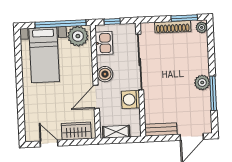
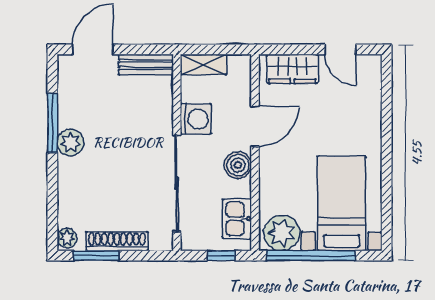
shelving: (116, 132) -> (203, 65), moved

